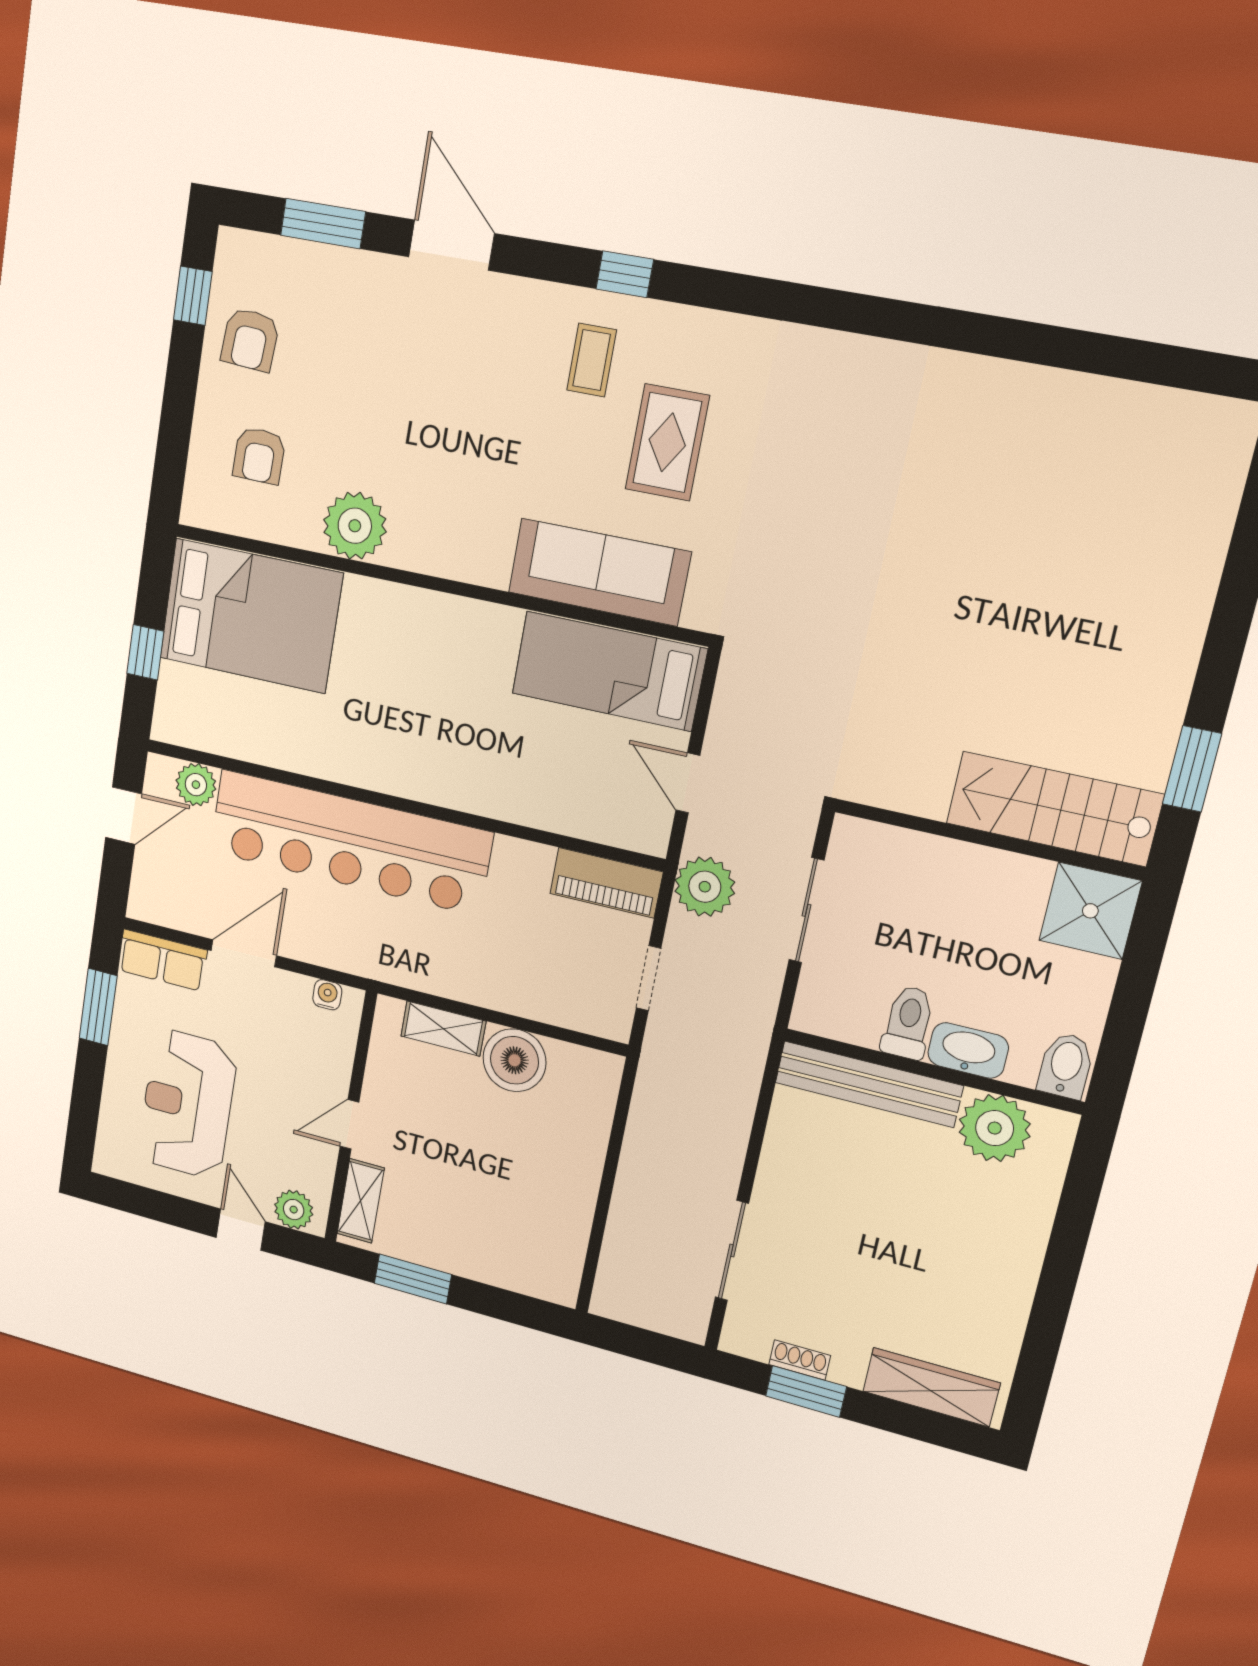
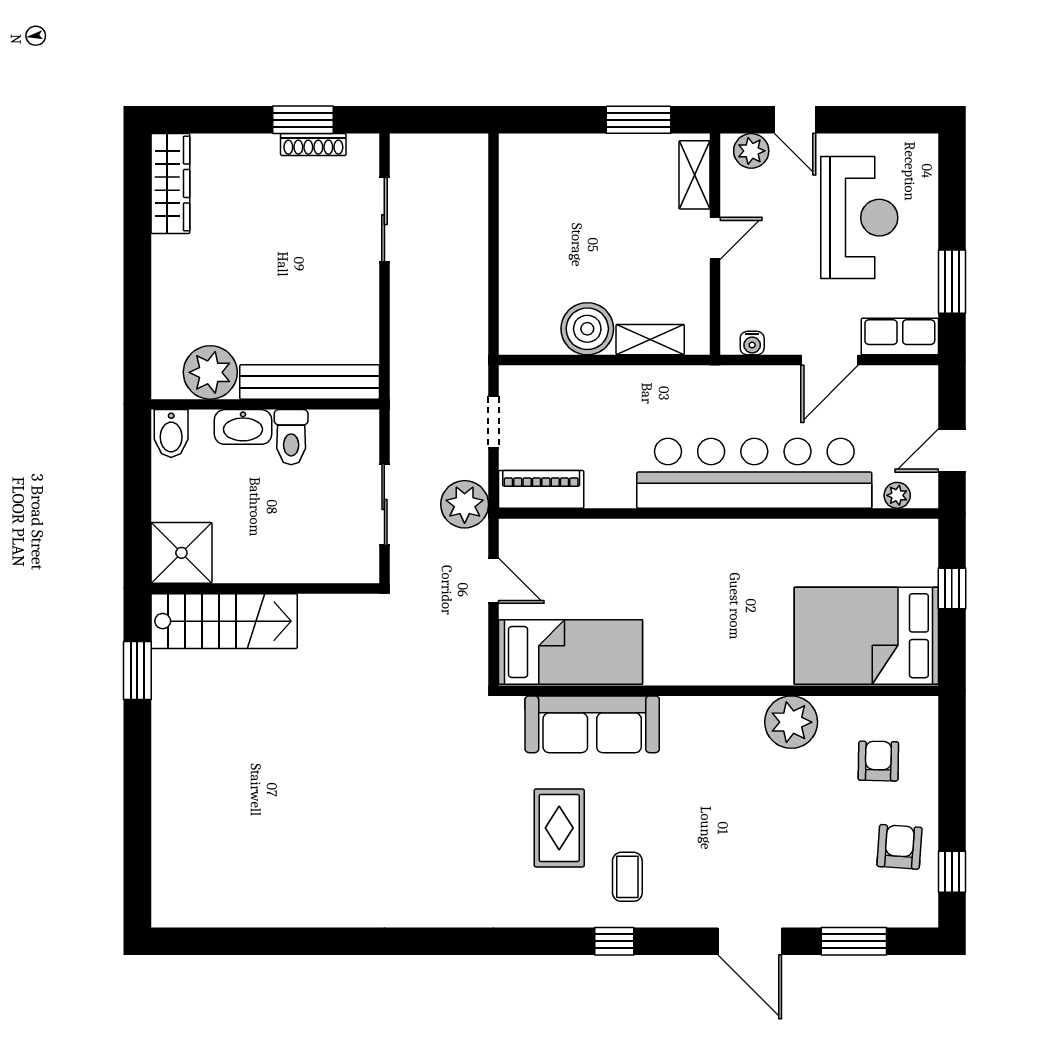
plant: (196, 785) -> (897, 495), width x0.73, depth x0.73
shoe rack: (800, 1360) -> (313, 145), width x1.43
wardrobe: (931, 1387) -> (170, 184), moved, turned -90

